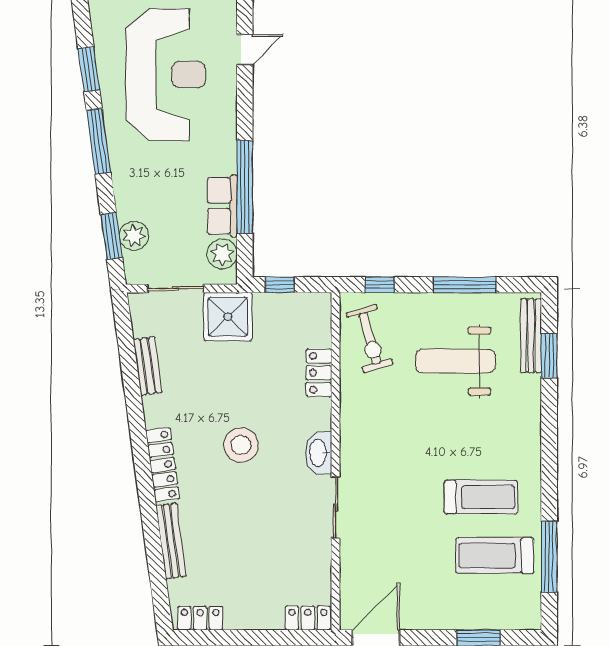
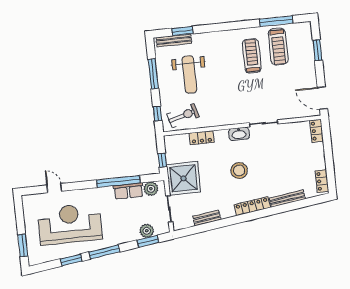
shower: (228, 317) -> (183, 178), width x1.37, depth x1.37

